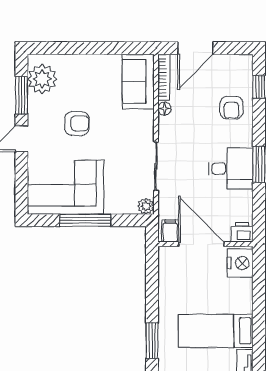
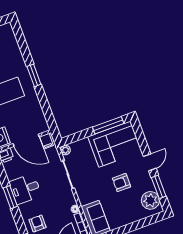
window: (85, 220) -> (108, 125), moved

